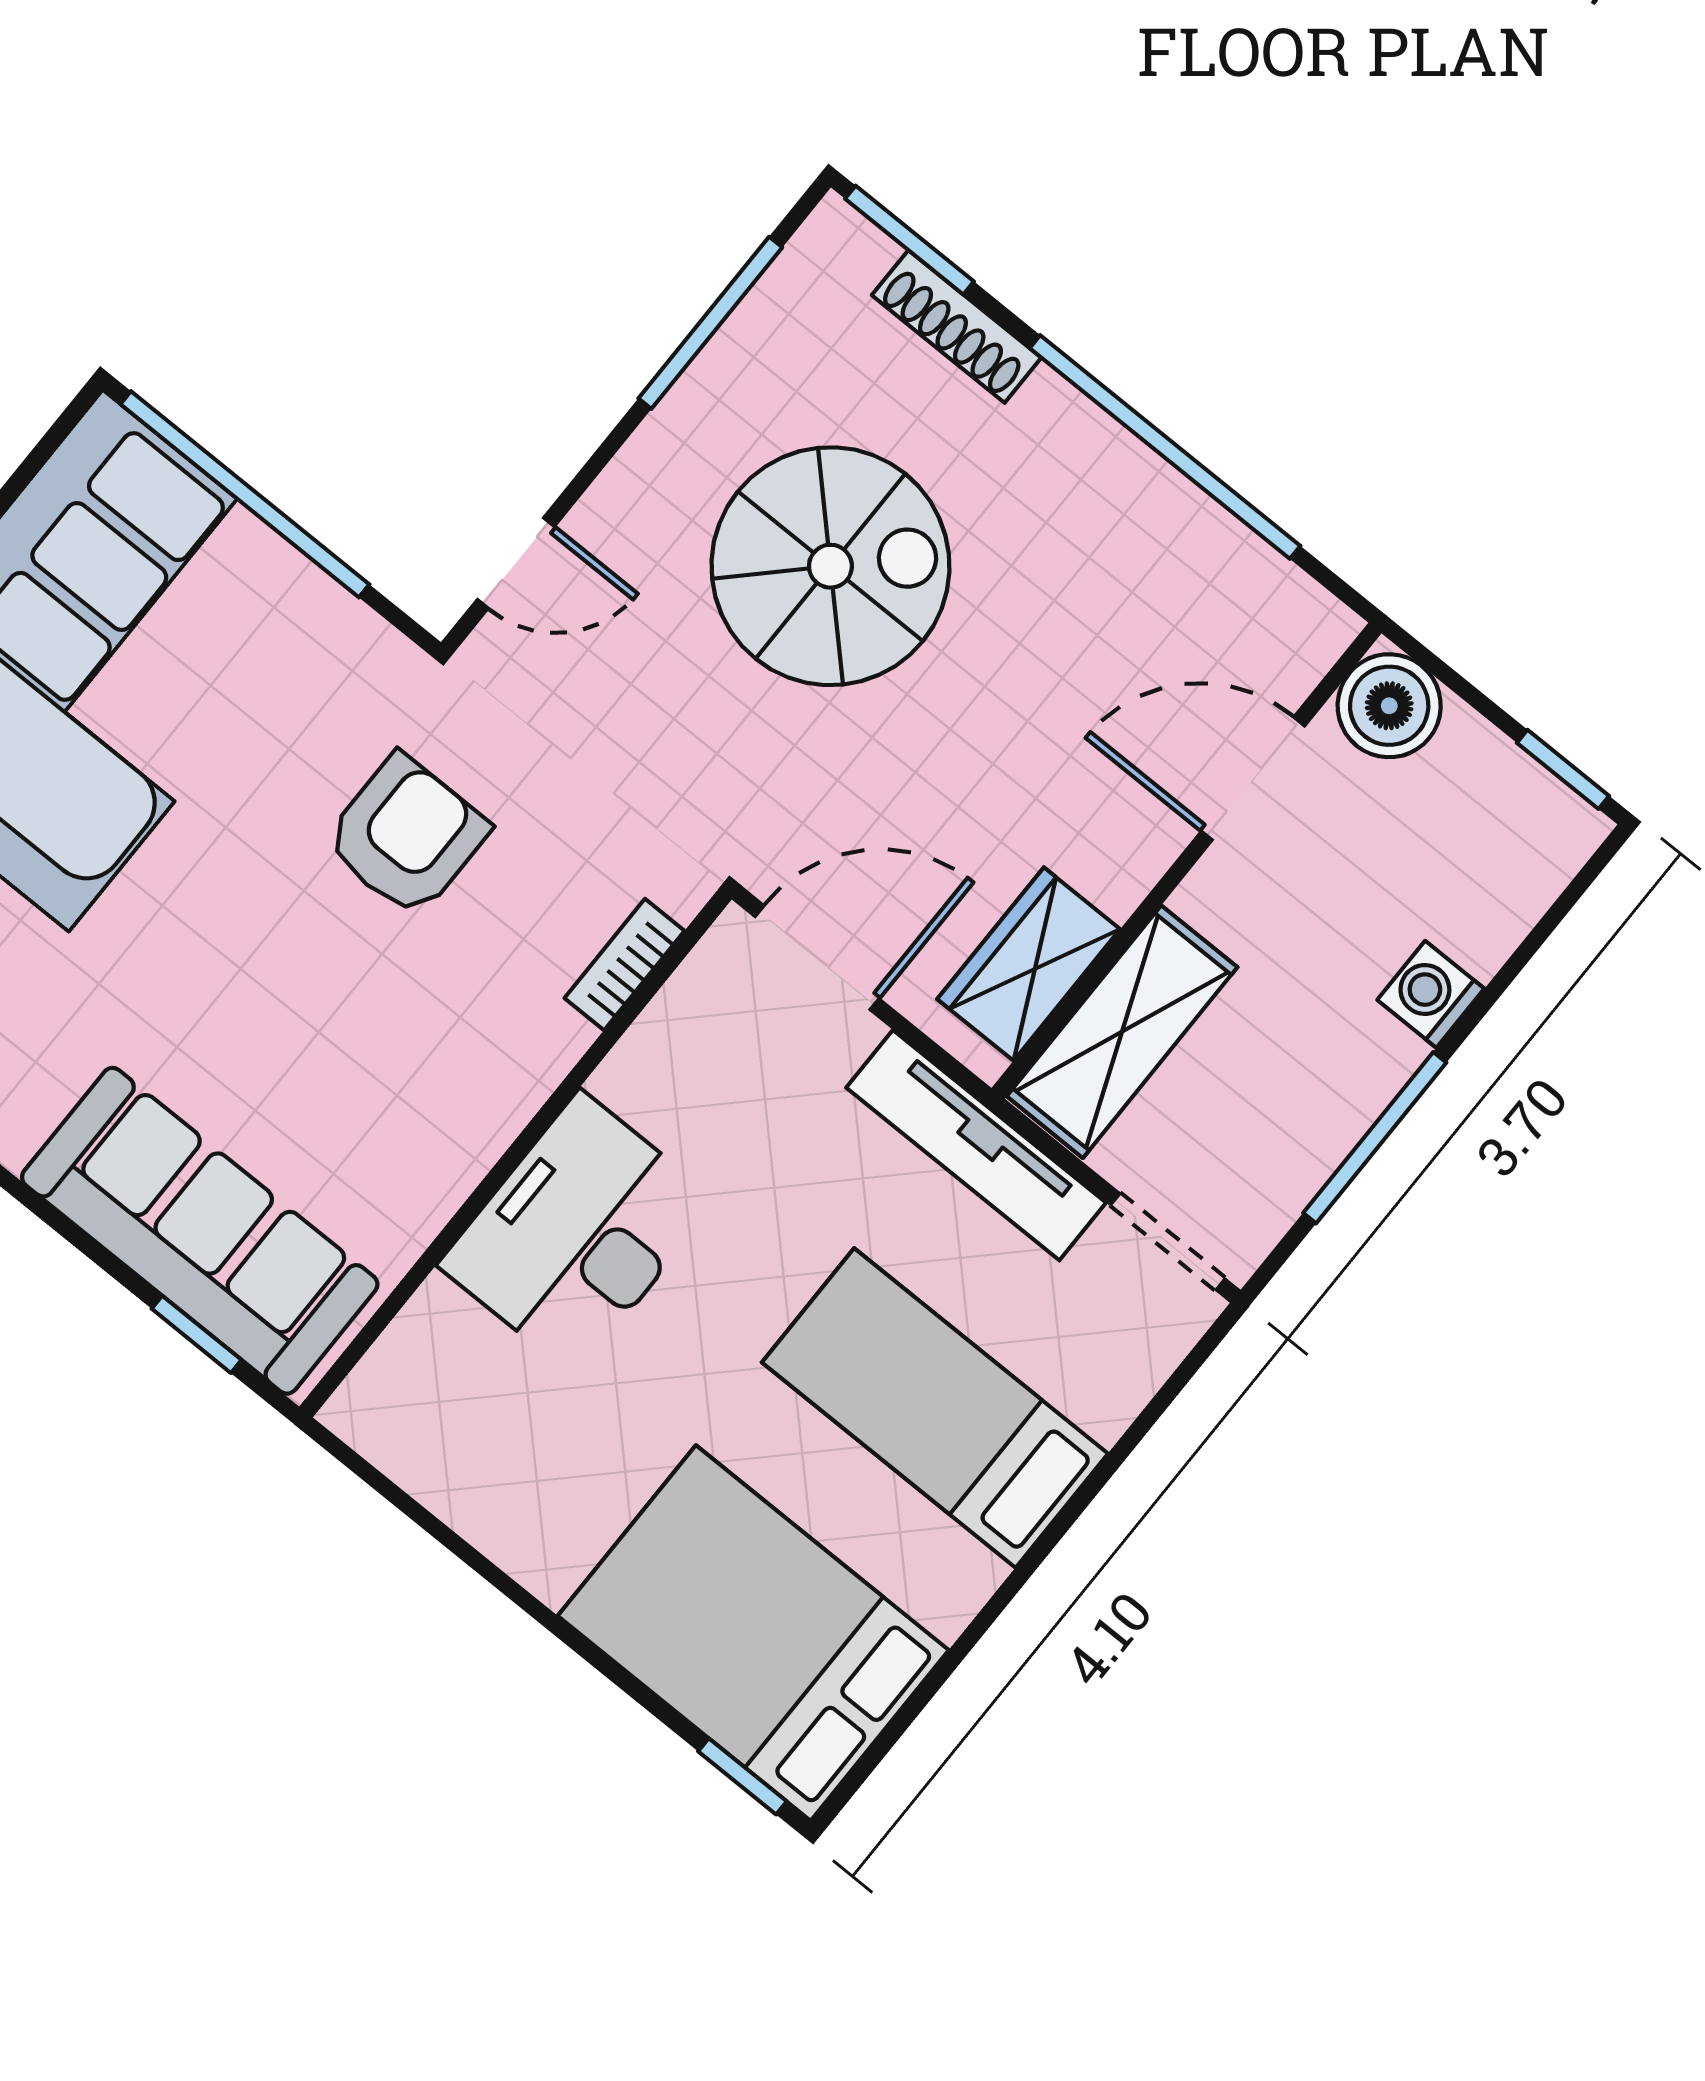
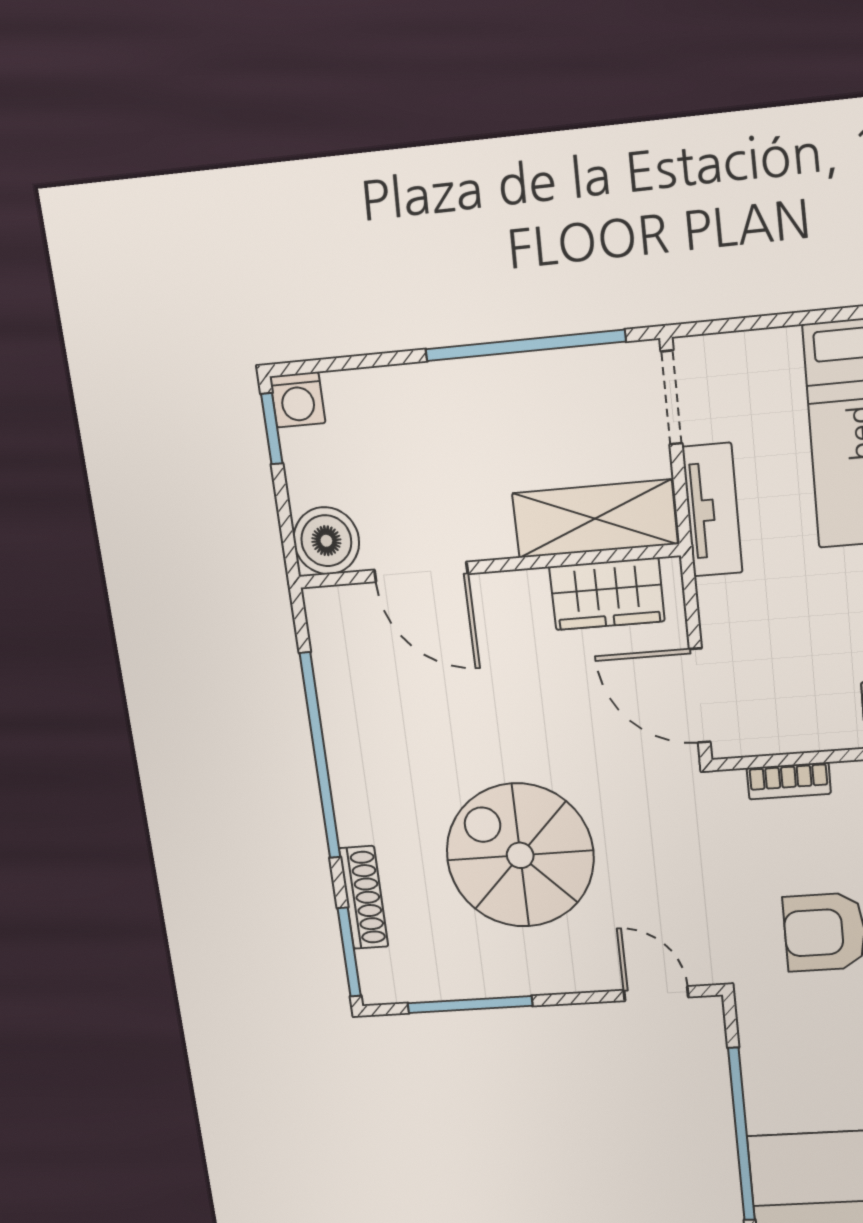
washing machine: (1431, 994) -> (298, 400), moved
window: (1375, 1138) -> (525, 345), width x1.46
tv unit: (976, 1145) -> (712, 510), width x0.71

